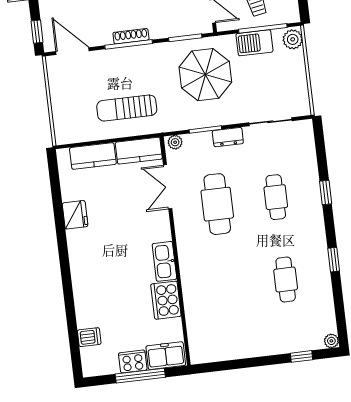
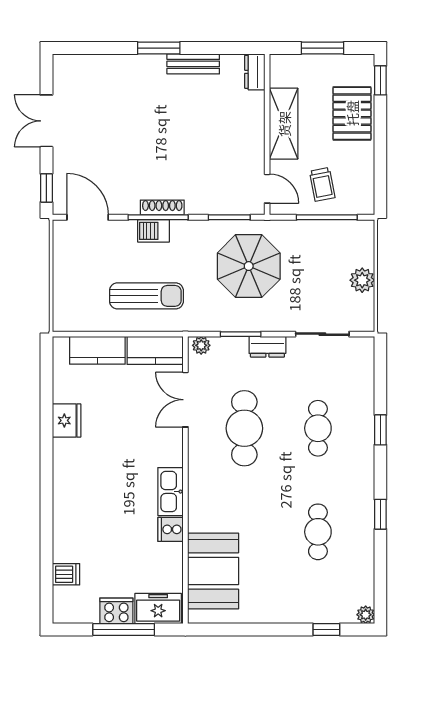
plant: (293, 39) -> (362, 280), moved
barbecue: (254, 43) -> (153, 231), moved, width x0.73, depth x0.79
sun lounger: (127, 108) -> (146, 296), turned 180
cooker: (166, 300) -> (170, 529), width x0.53, depth x0.76
booth: (206, 321) -> (213, 571), added

